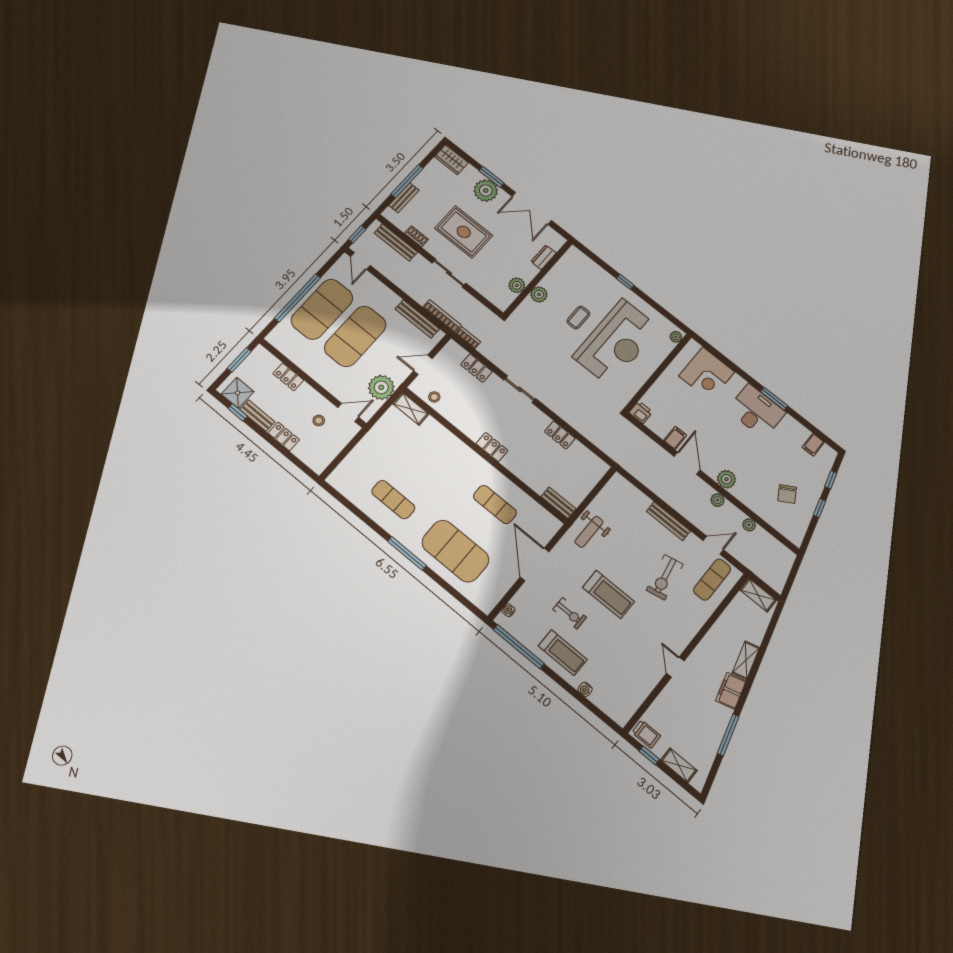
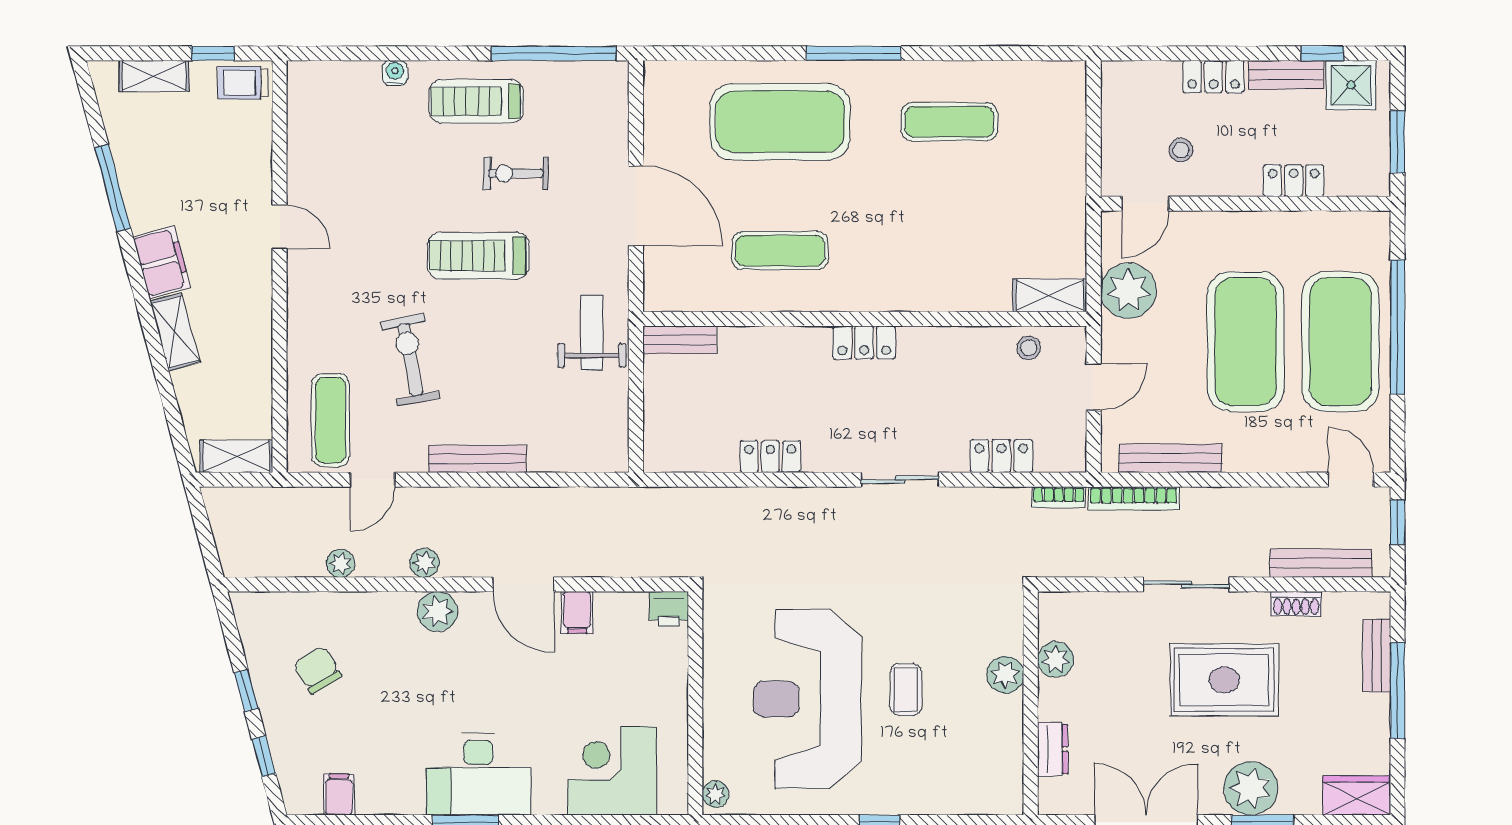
water cooler: (508, 610) -> (617, 97), removed

